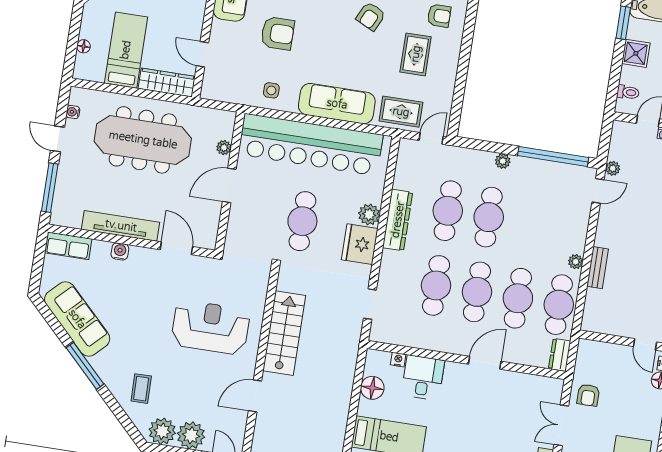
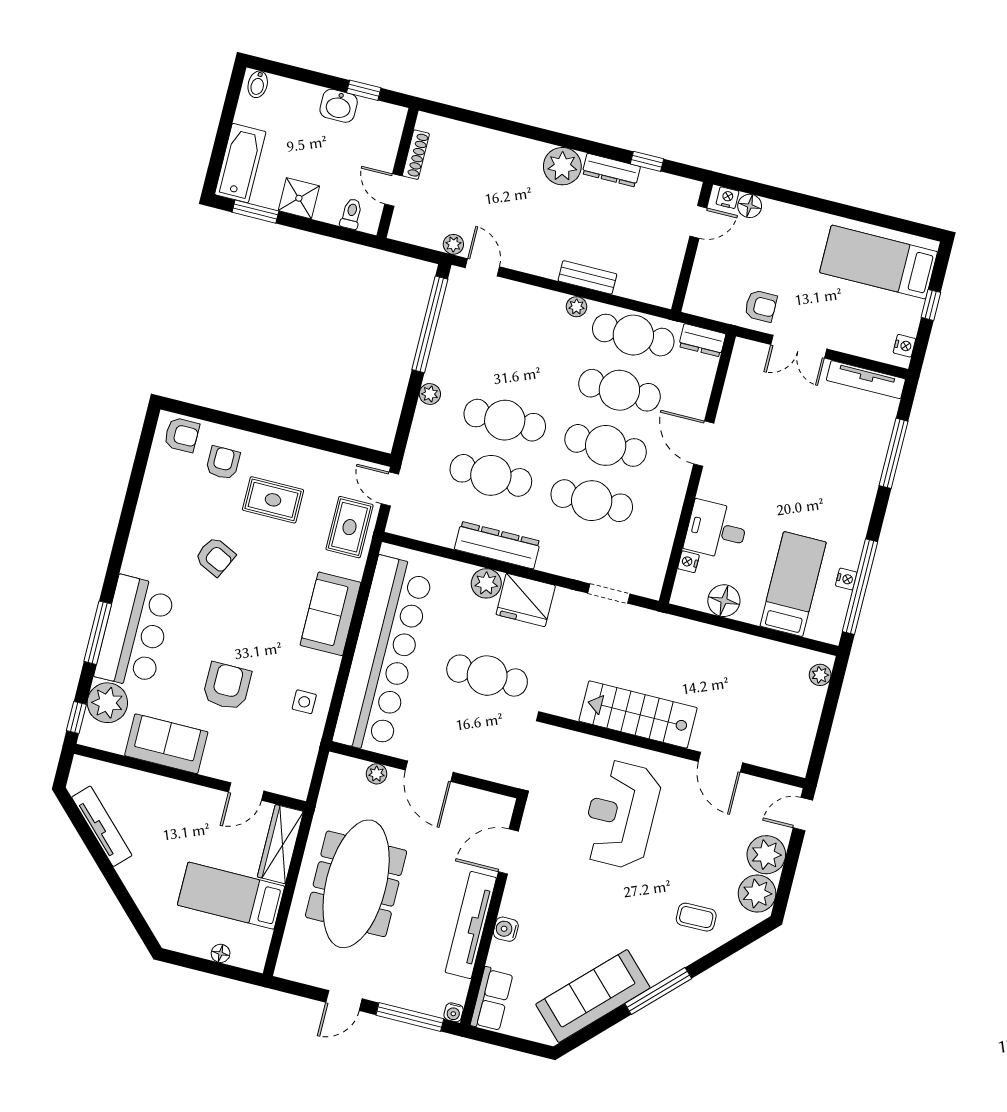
sofa: (337, 104) -> (330, 614), width x0.73
water cooler: (73, 112) -> (454, 1012), moved

